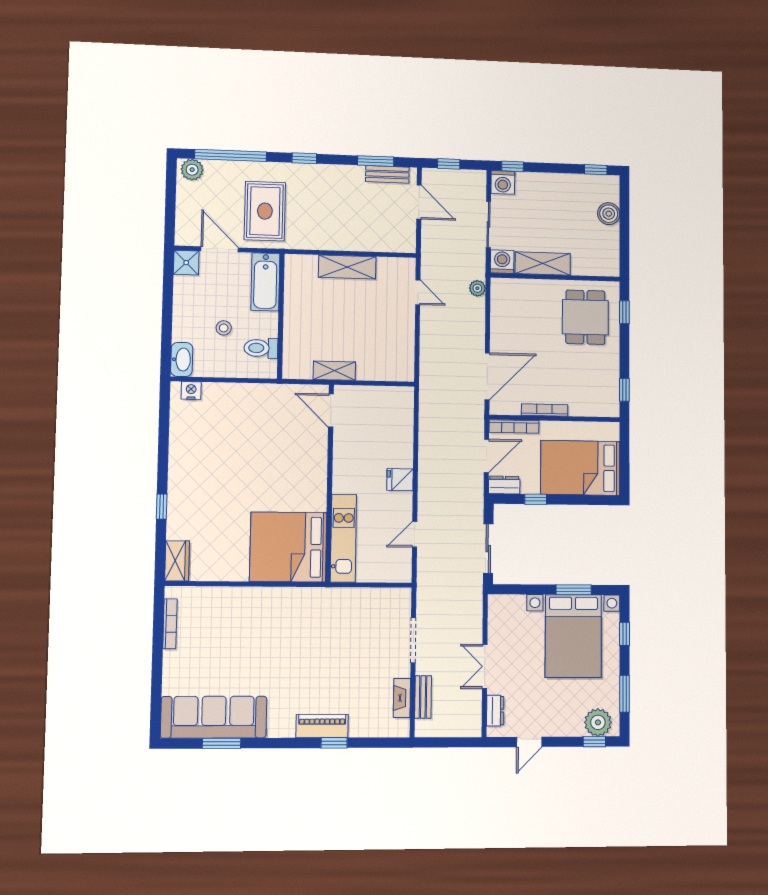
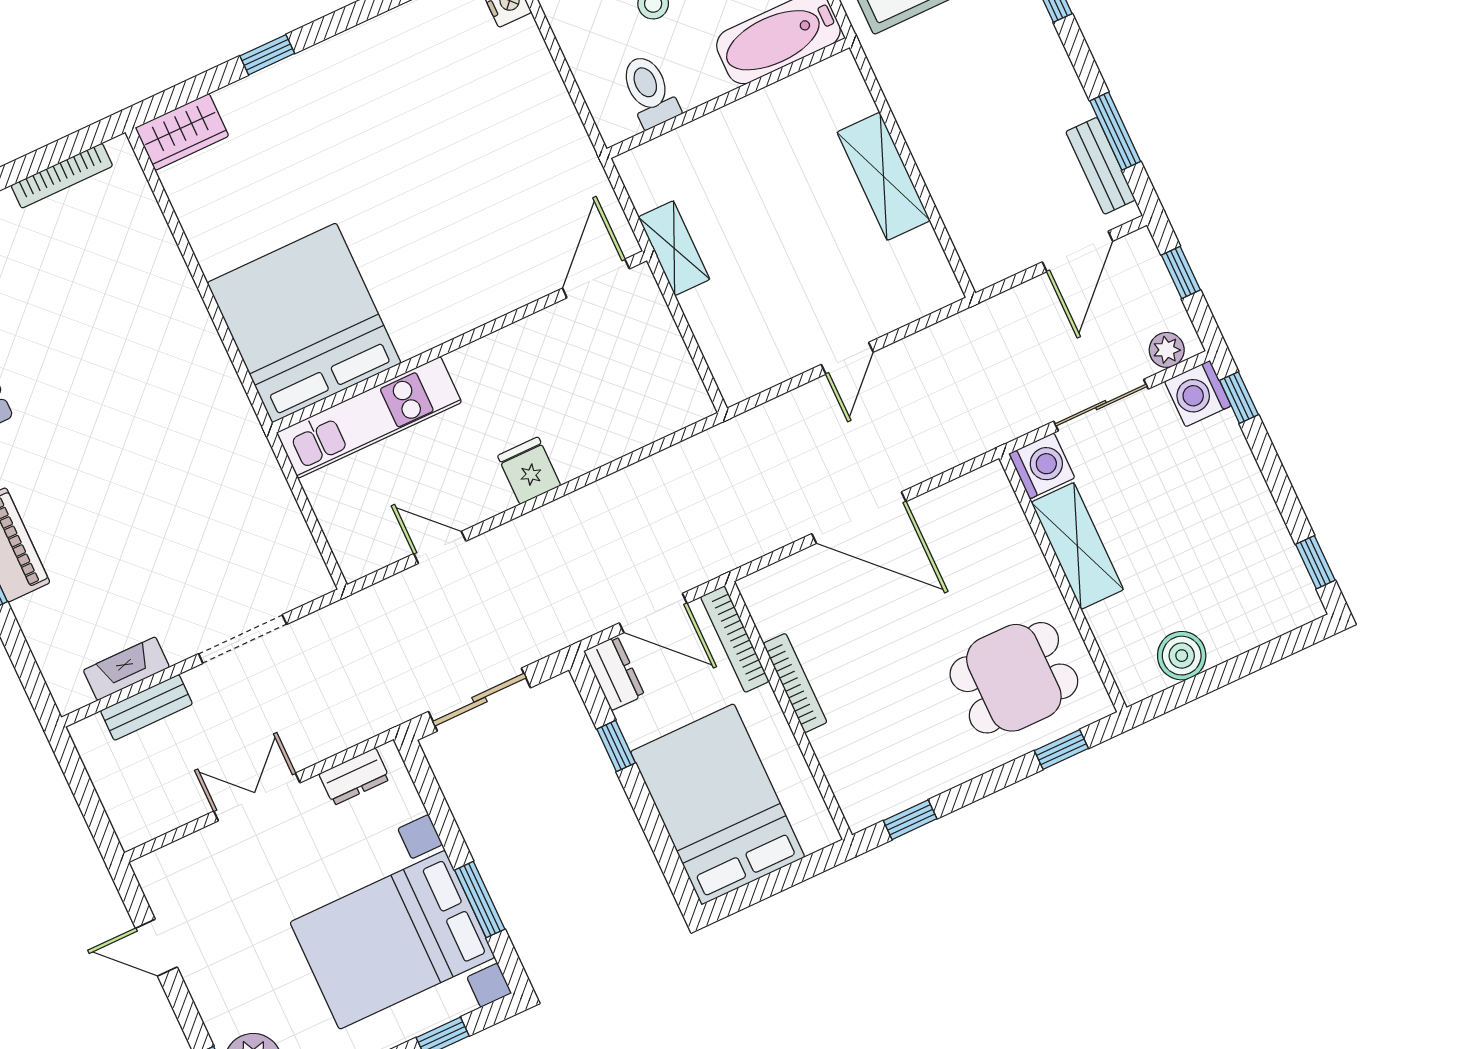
boiler: (609, 214) -> (1182, 656), moved
plant: (477, 288) -> (1167, 350), moved
door: (418, 292) -> (847, 358), moved
door: (487, 376) -> (859, 518), moved
dresser: (495, 711) -> (354, 777), moved

